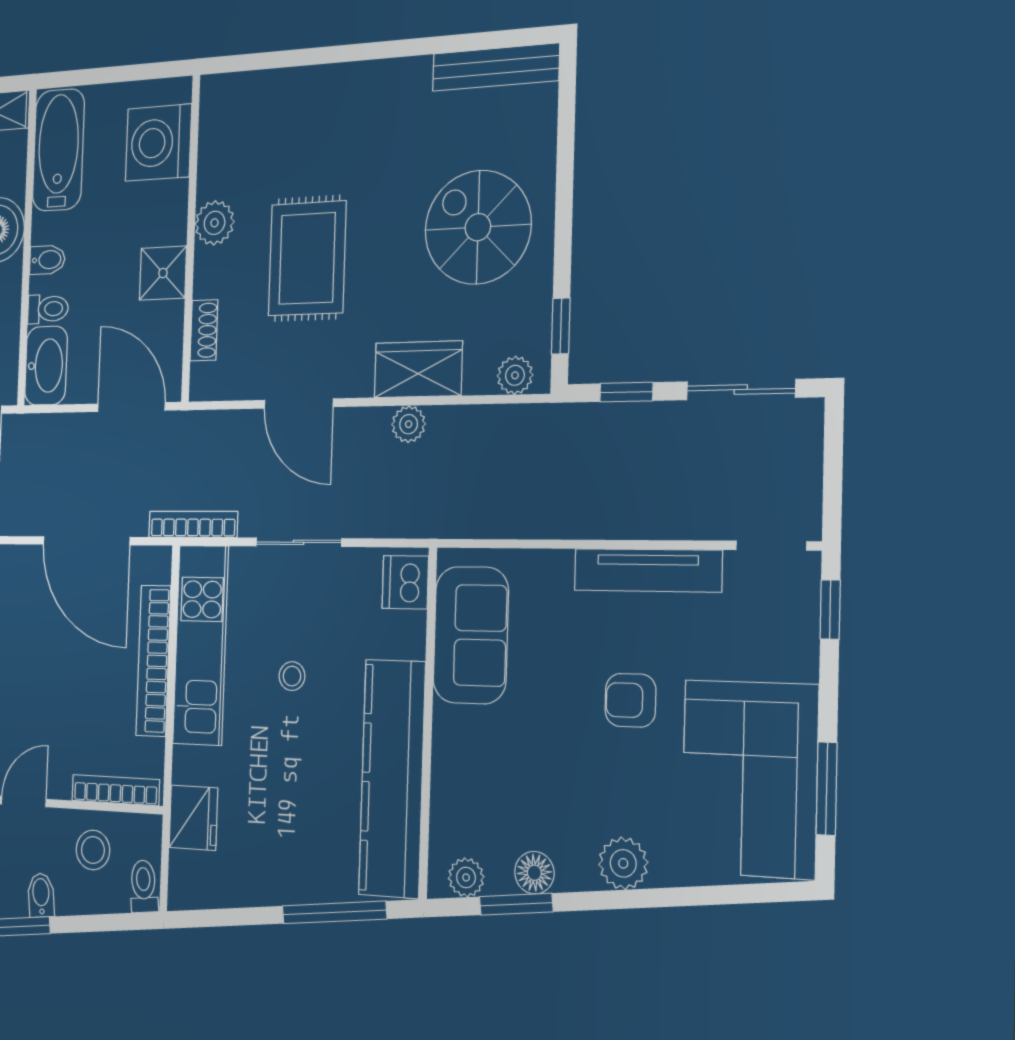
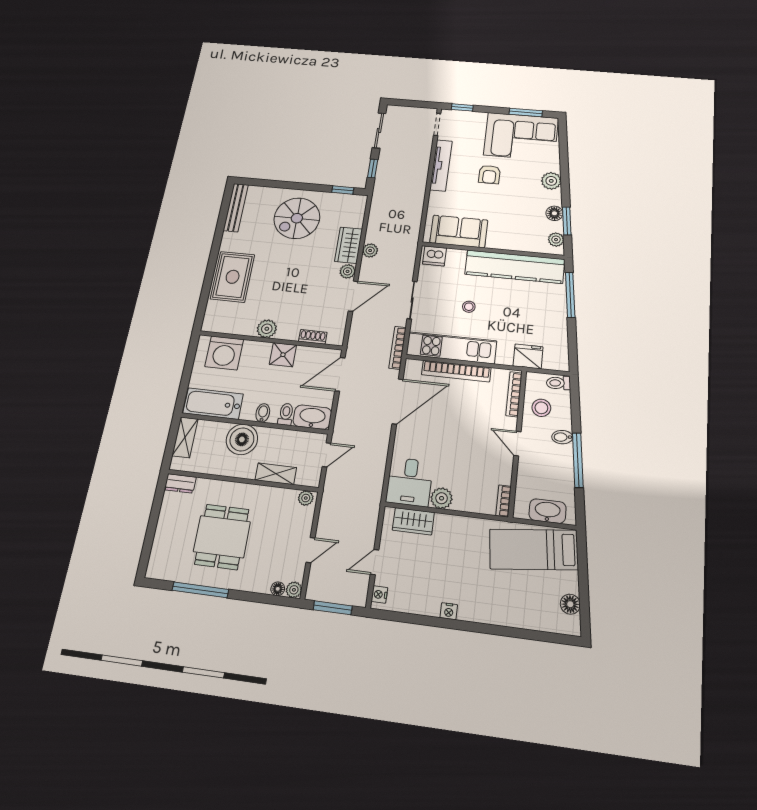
rug: (307, 258) -> (233, 277), moved, turned 90
plant: (515, 375) -> (348, 271), moved

